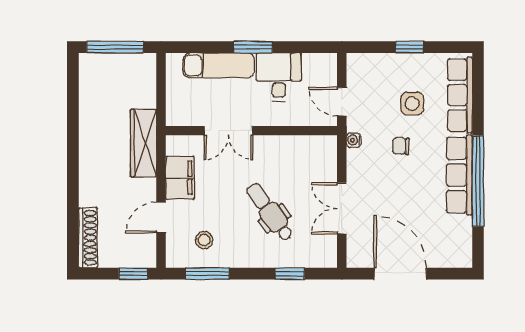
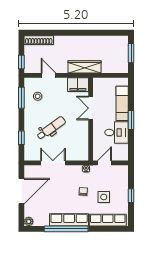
window: (115, 47) -> (131, 53), width x0.69
filing cabinet: (180, 178) -> (78, 85), moved
plant: (463, 258) -> (29, 221), added

